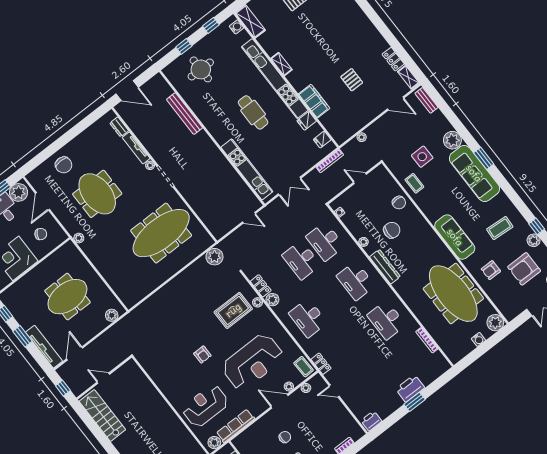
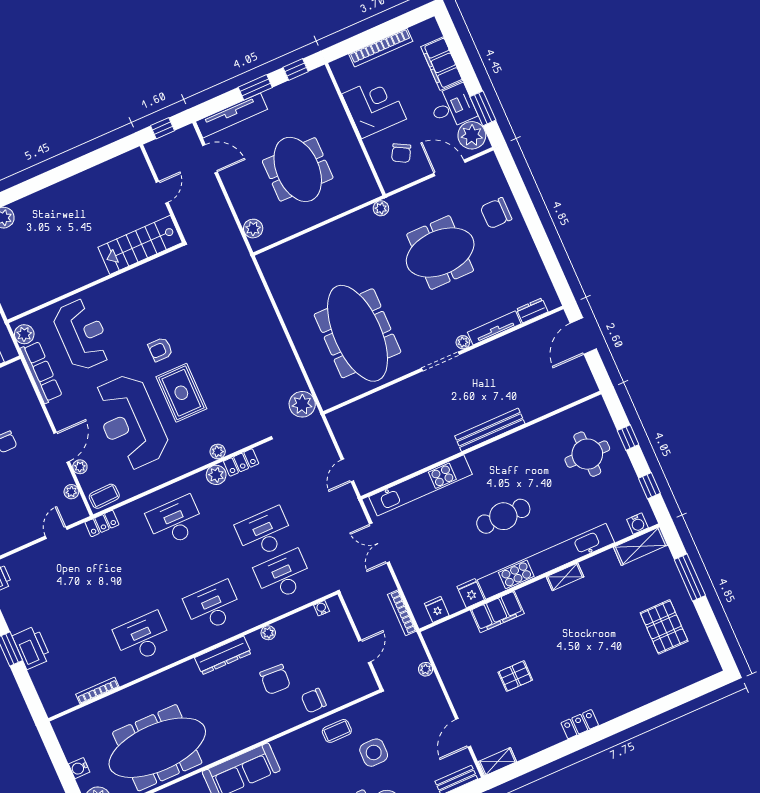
locker: (393, 59) -> (580, 724), moved
bench: (185, 114) -> (490, 430), moved
rug: (233, 310) -> (181, 393), moved
stairs: (102, 415) -> (140, 245), moved, turned 180

